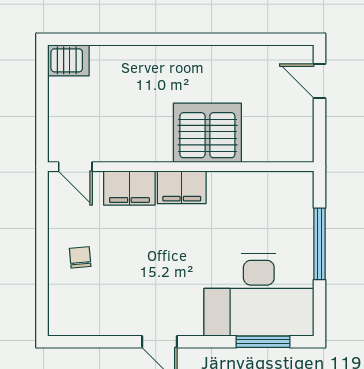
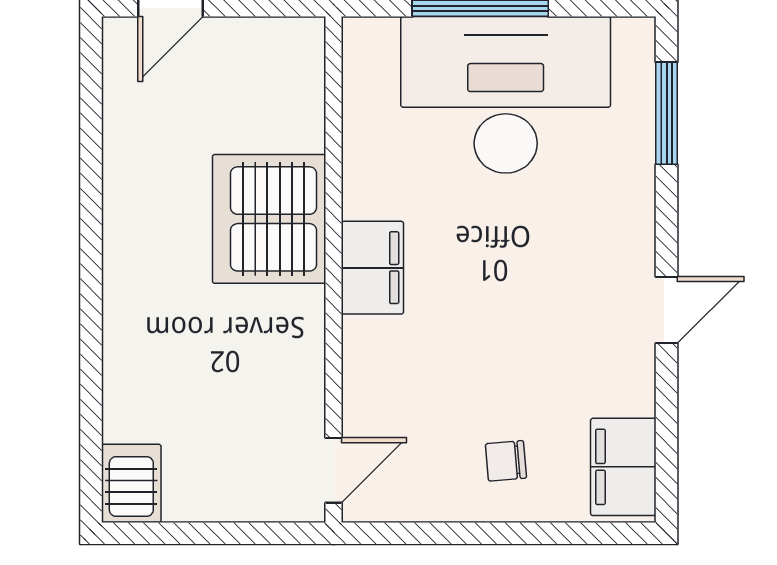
filing cabinet: (129, 188) -> (623, 467), moved, turned 180
desk: (259, 295) -> (506, 95), moved, turned -90

